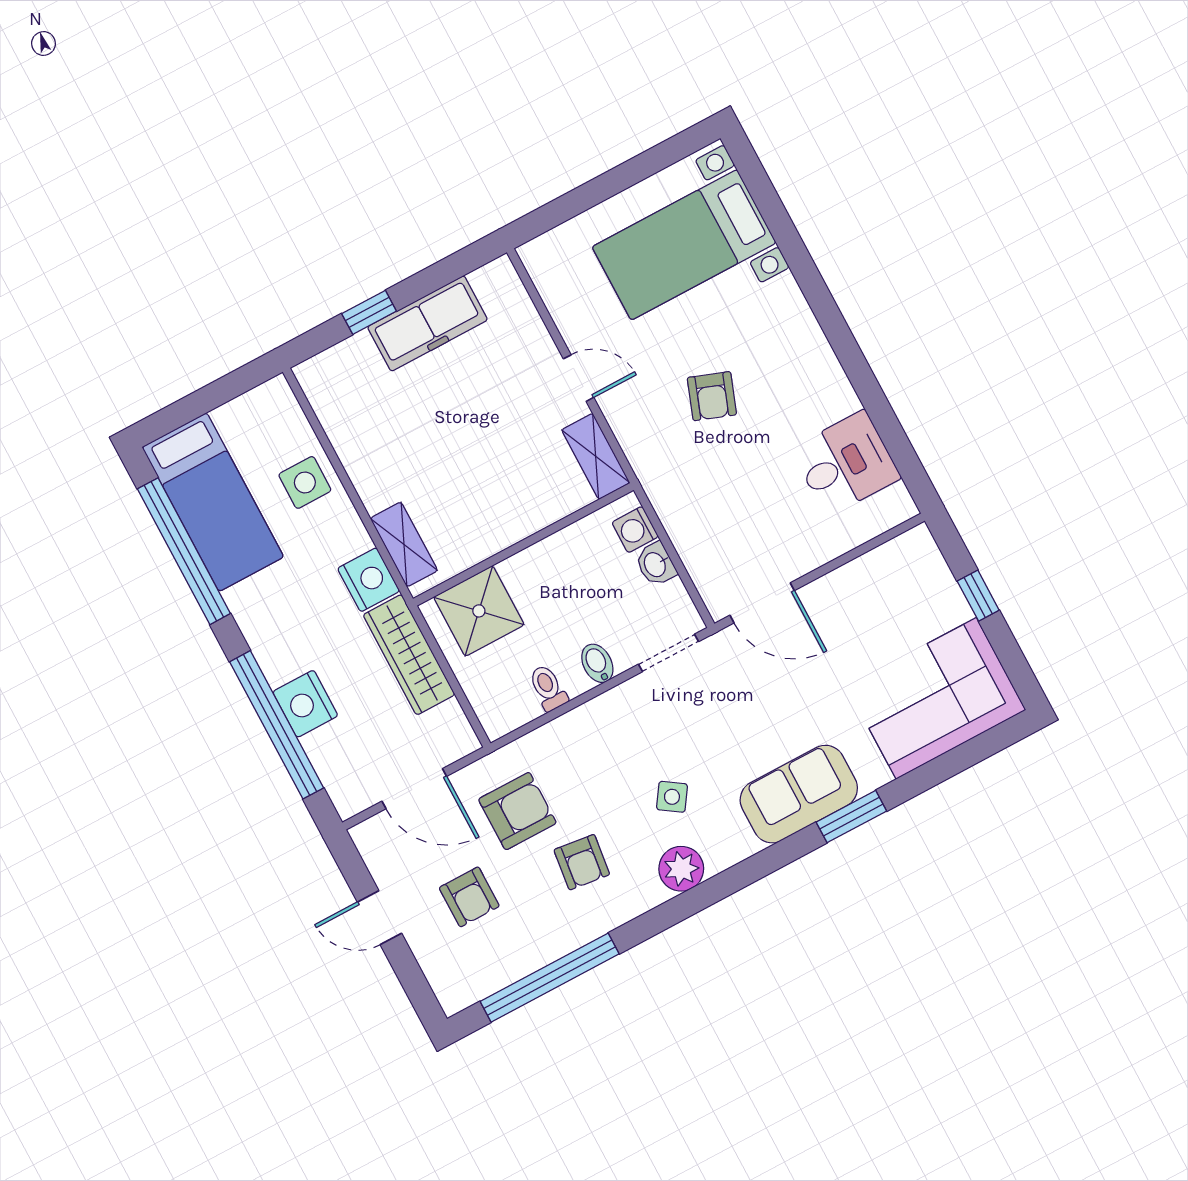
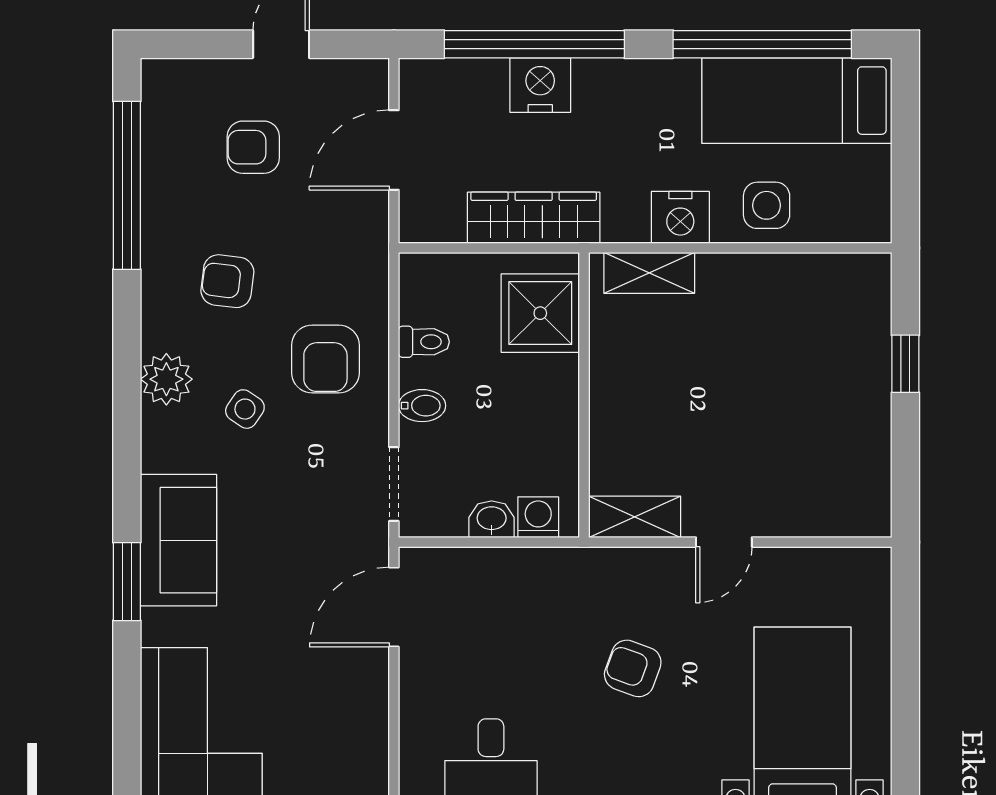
freezer: (428, 323) -> (862, 417), removed
nightstand: (369, 580) -> (680, 217), moved
armchair: (517, 811) -> (325, 359), moved

